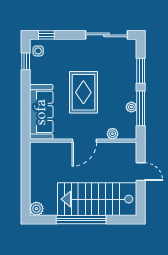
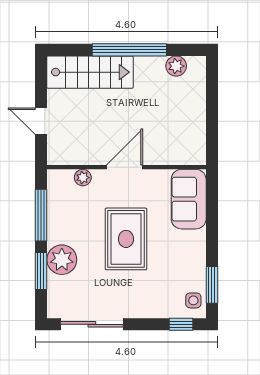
window: (26, 61) -> (212, 285), width x1.50
plant: (131, 107) -> (62, 260), moved, width x1.88, depth x1.88
sofa: (41, 112) -> (189, 199), width x0.73
stairs: (97, 199) -> (90, 72), width x0.73, depth x0.66
plant: (36, 209) -> (176, 66), moved

